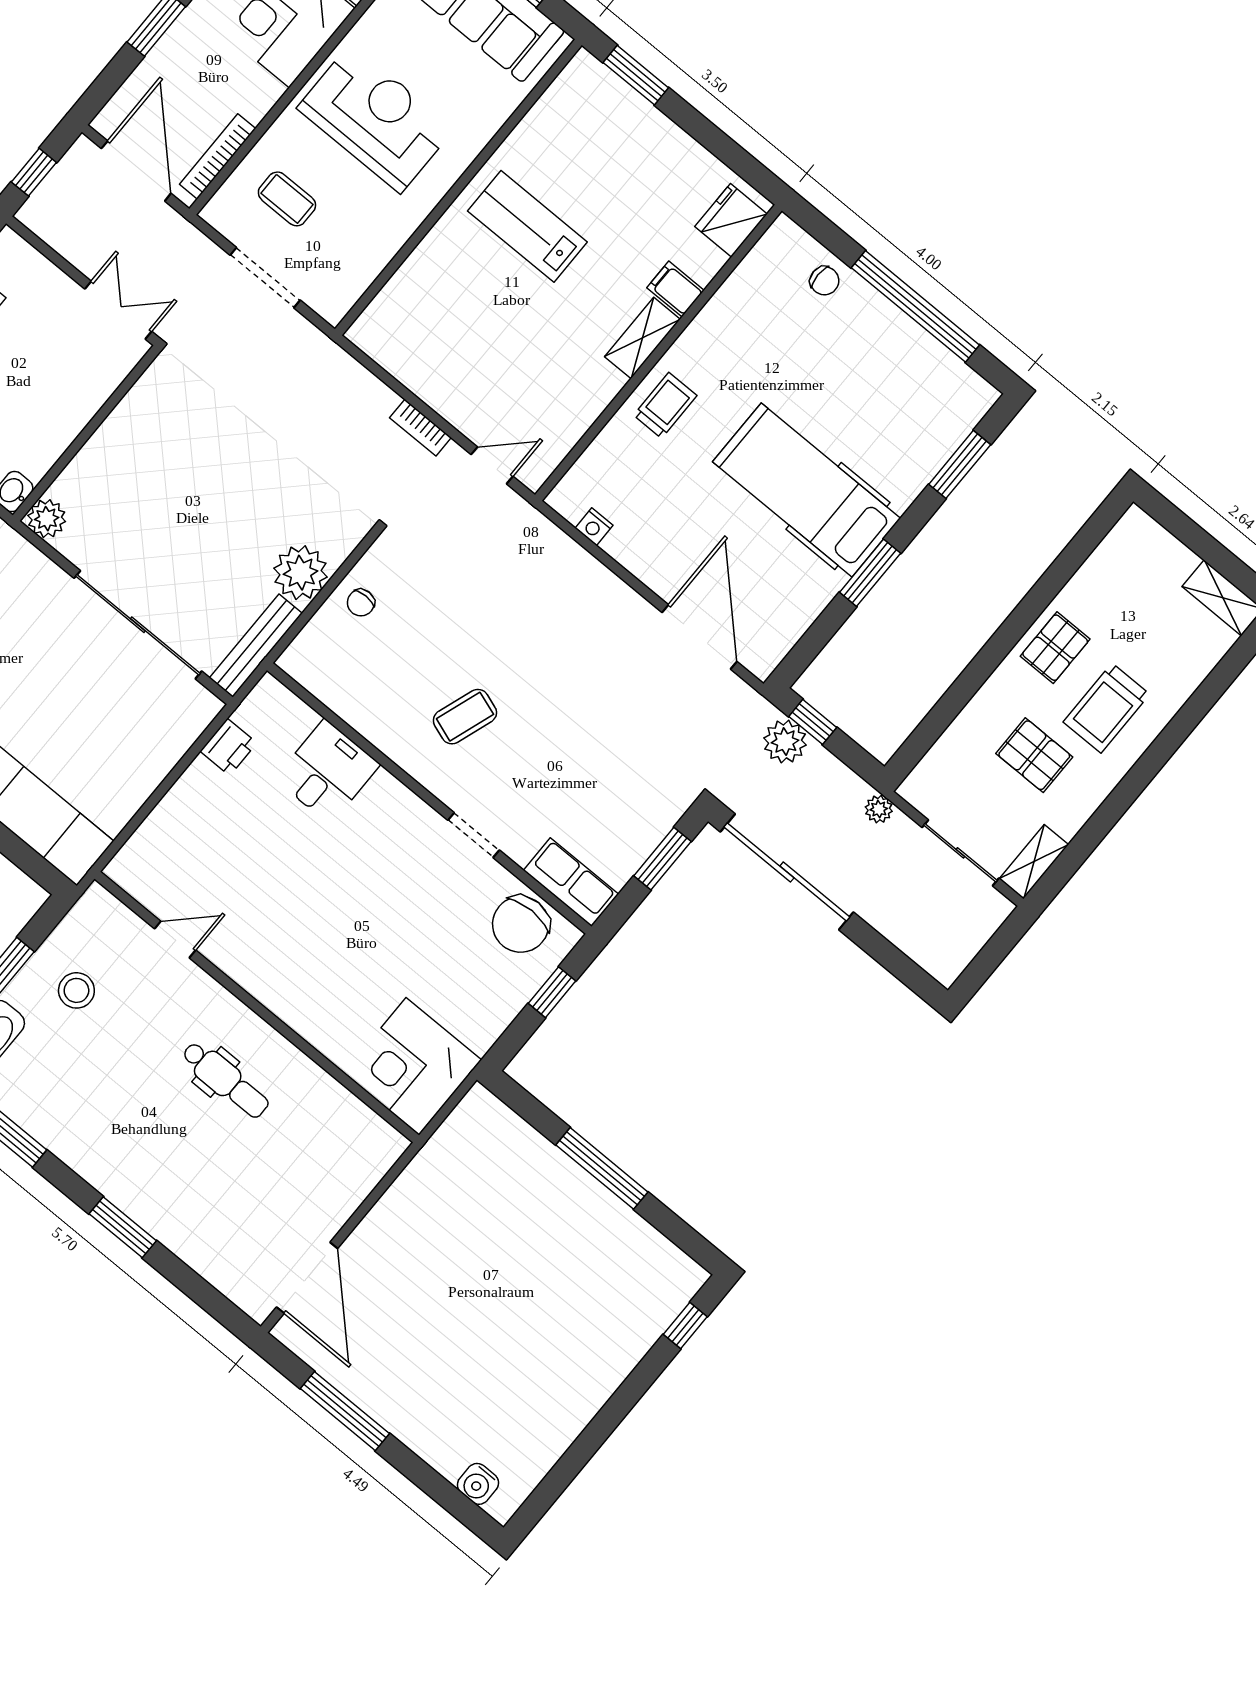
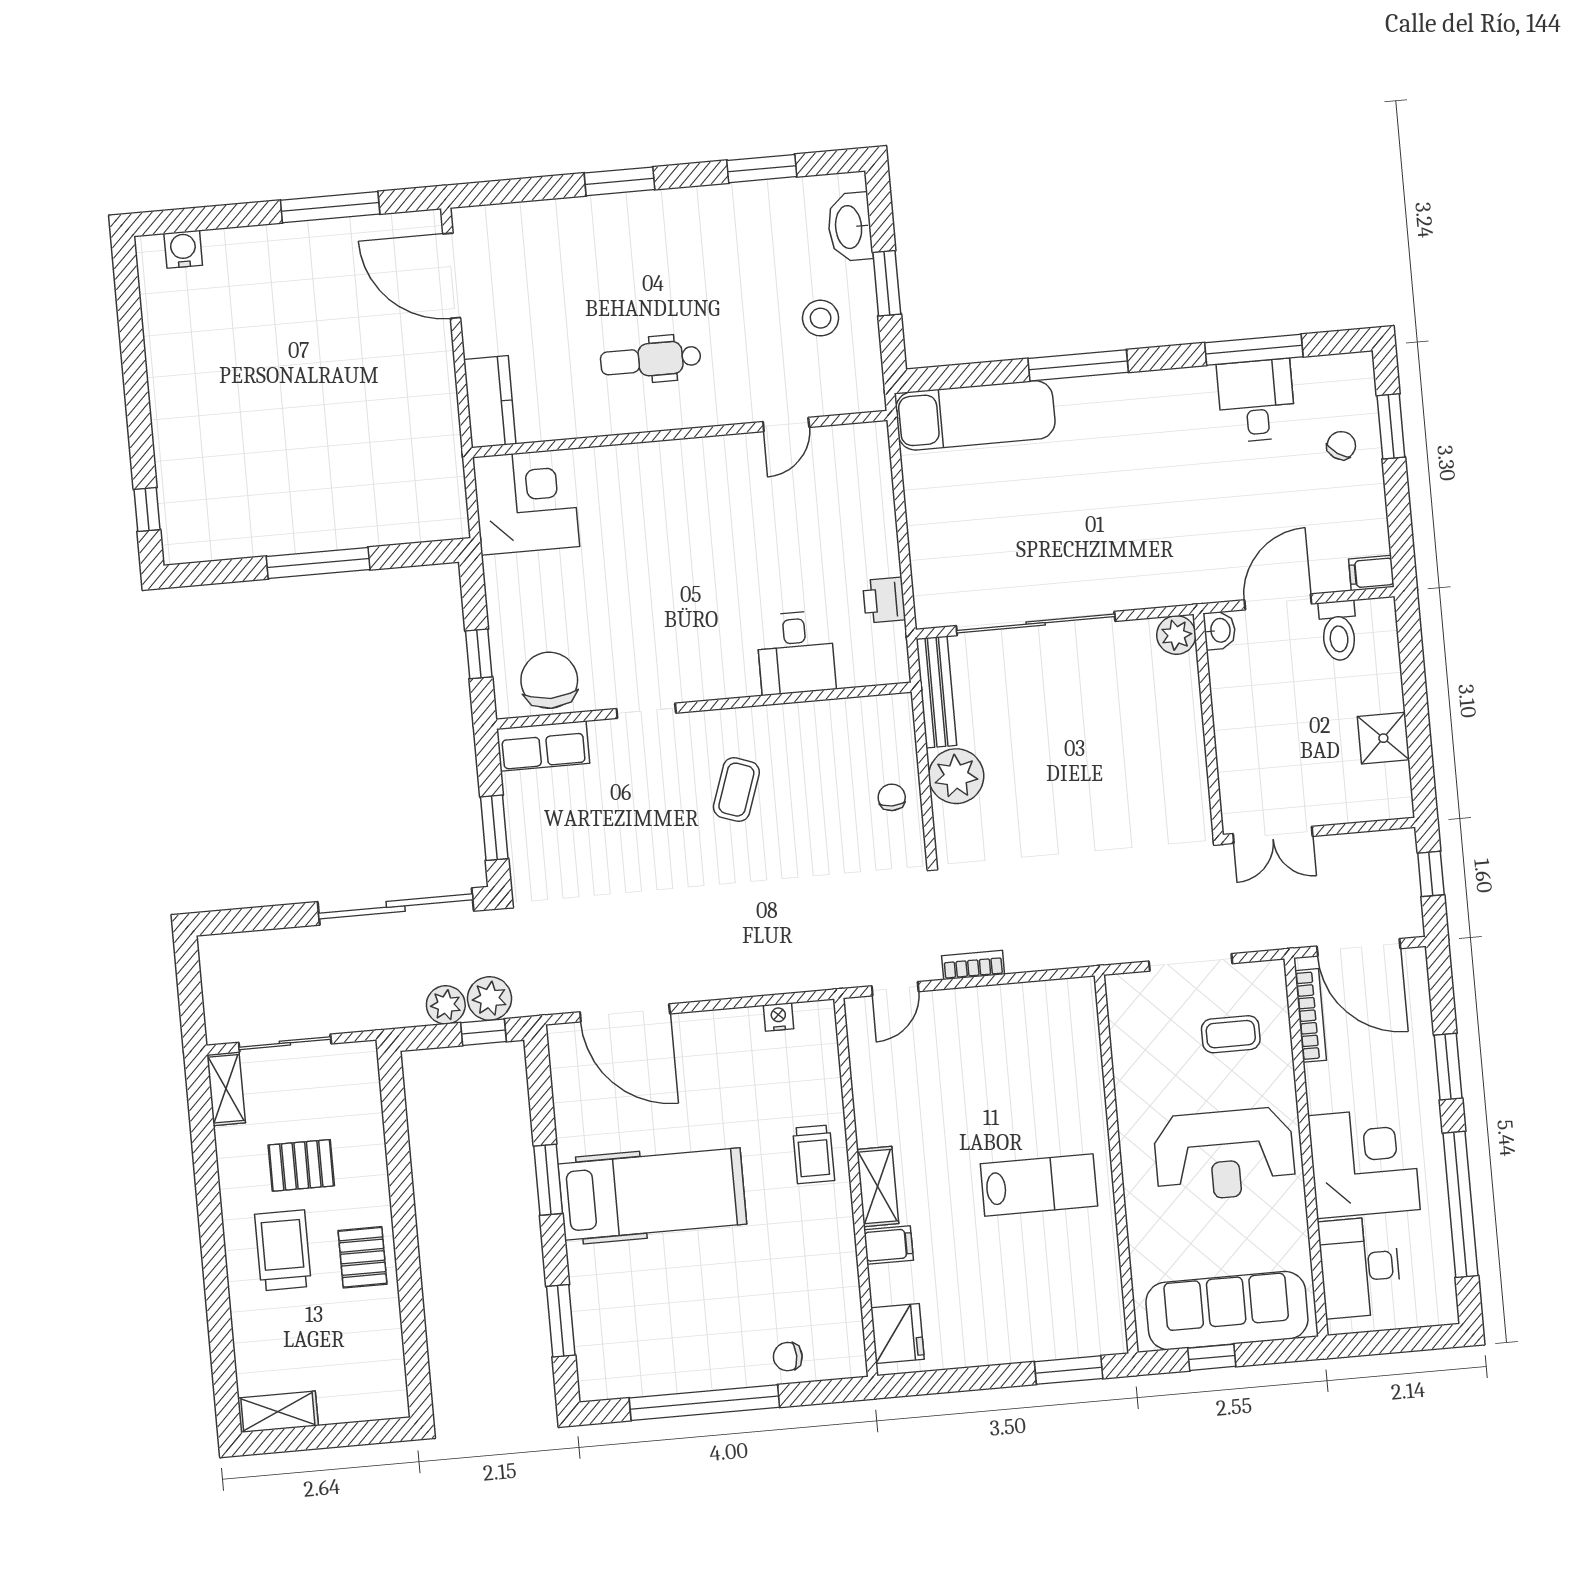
plant: (879, 809) -> (446, 1005), moved, width x1.38, depth x1.38
kitchen counter: (368, 1162) -> (490, 402), added

